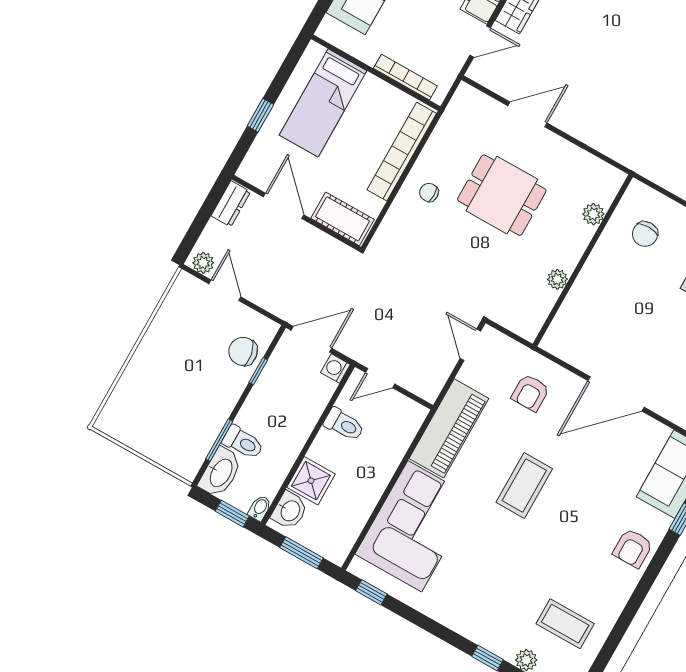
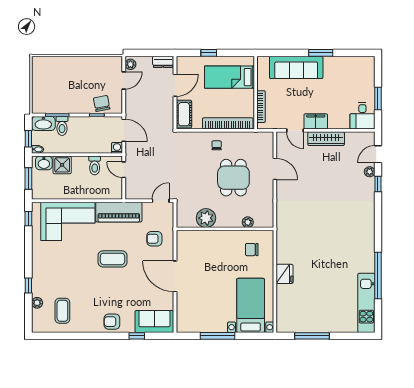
plant: (557, 279) -> (206, 218), width x1.87, depth x1.87

